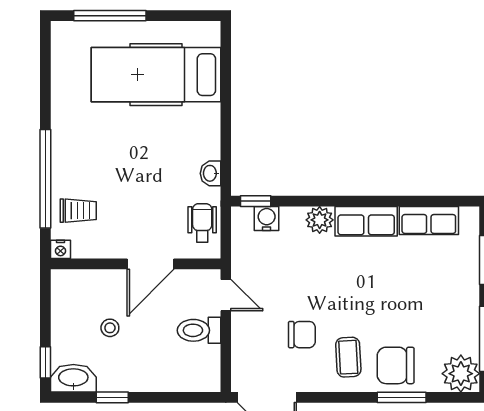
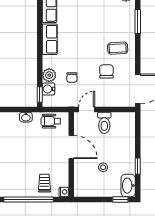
plant: (320, 220) -> (49, 75), moved
chair: (396, 365) -> (72, 77), moved, width x0.54, depth x0.54

